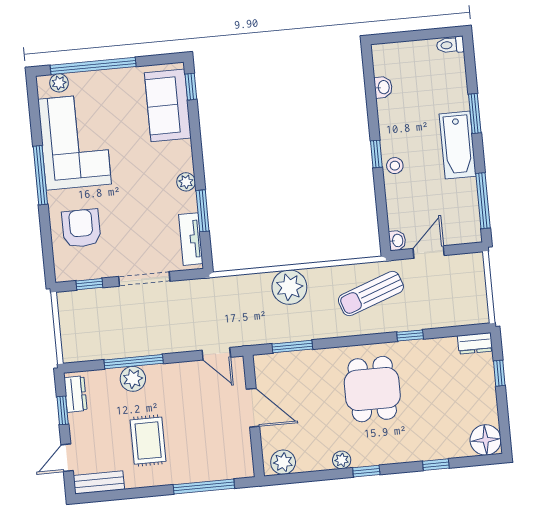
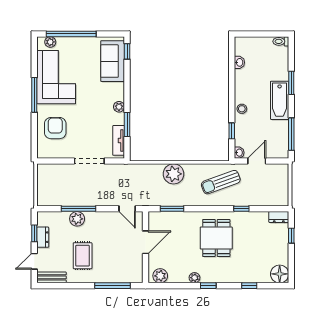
window: (376, 154) -> (232, 131), moved
window: (89, 284) -> (57, 161), removed
dresser: (75, 394) -> (43, 237), moved
door: (253, 408) -> (146, 242), hinge flipped

